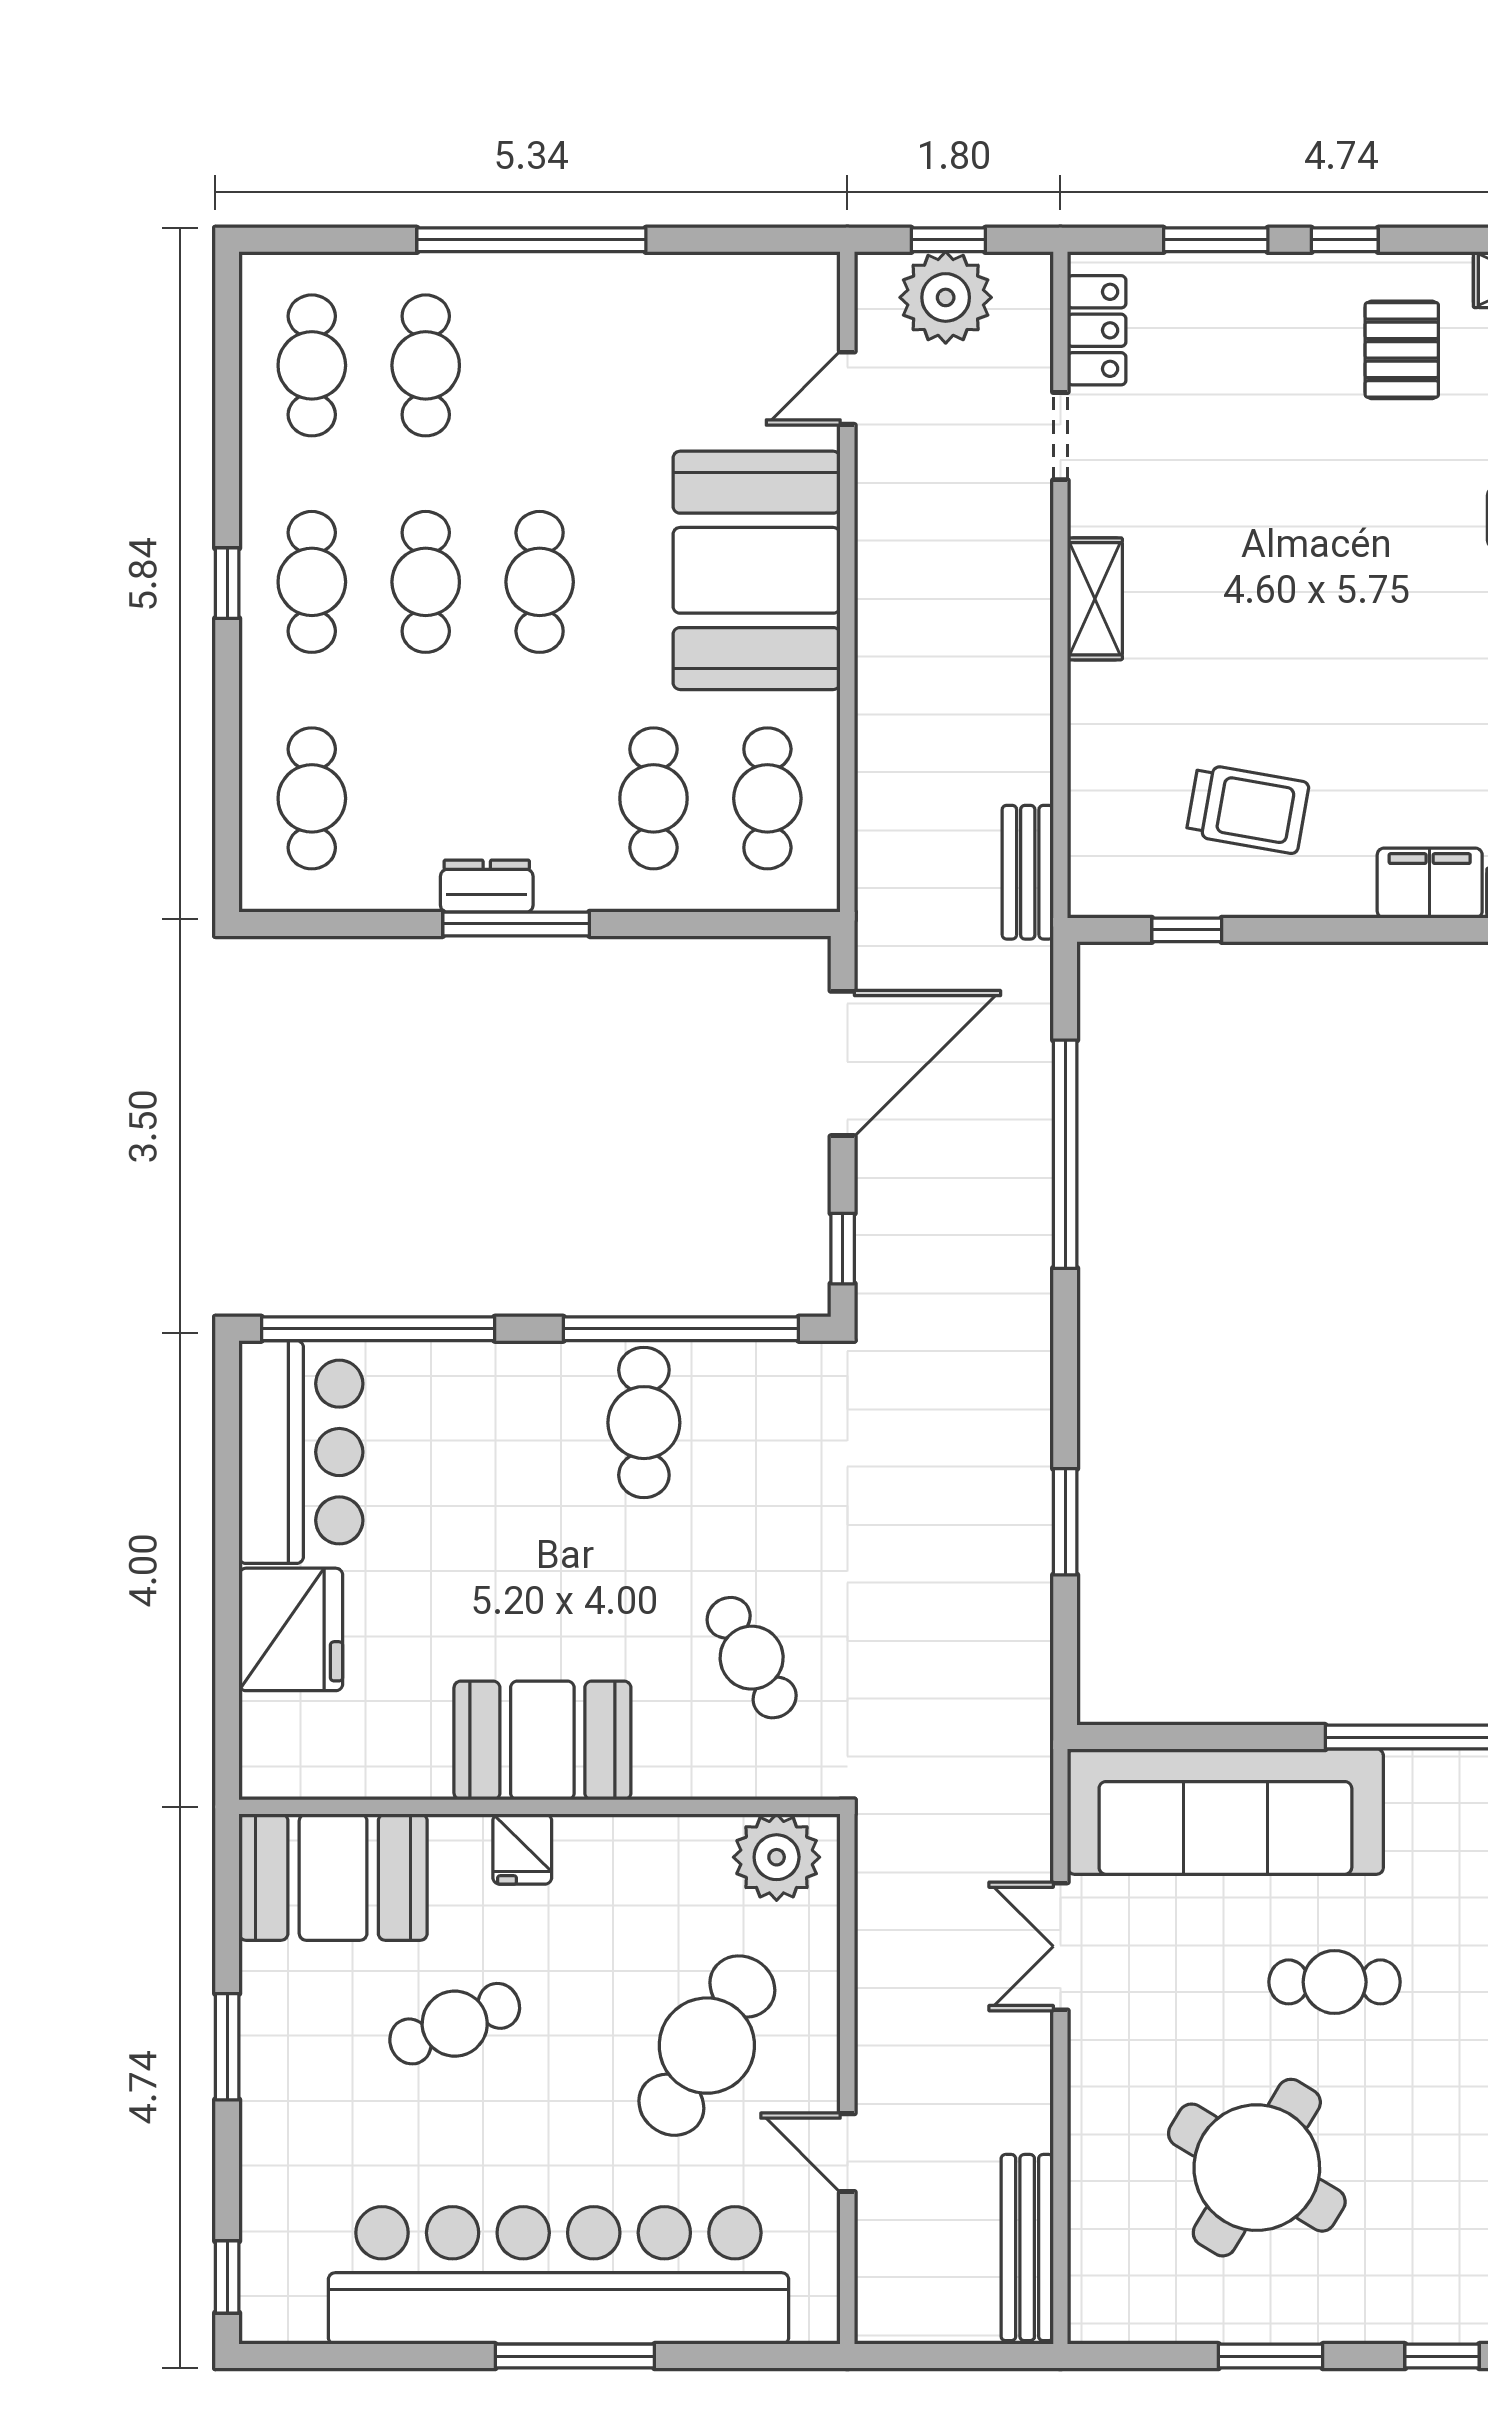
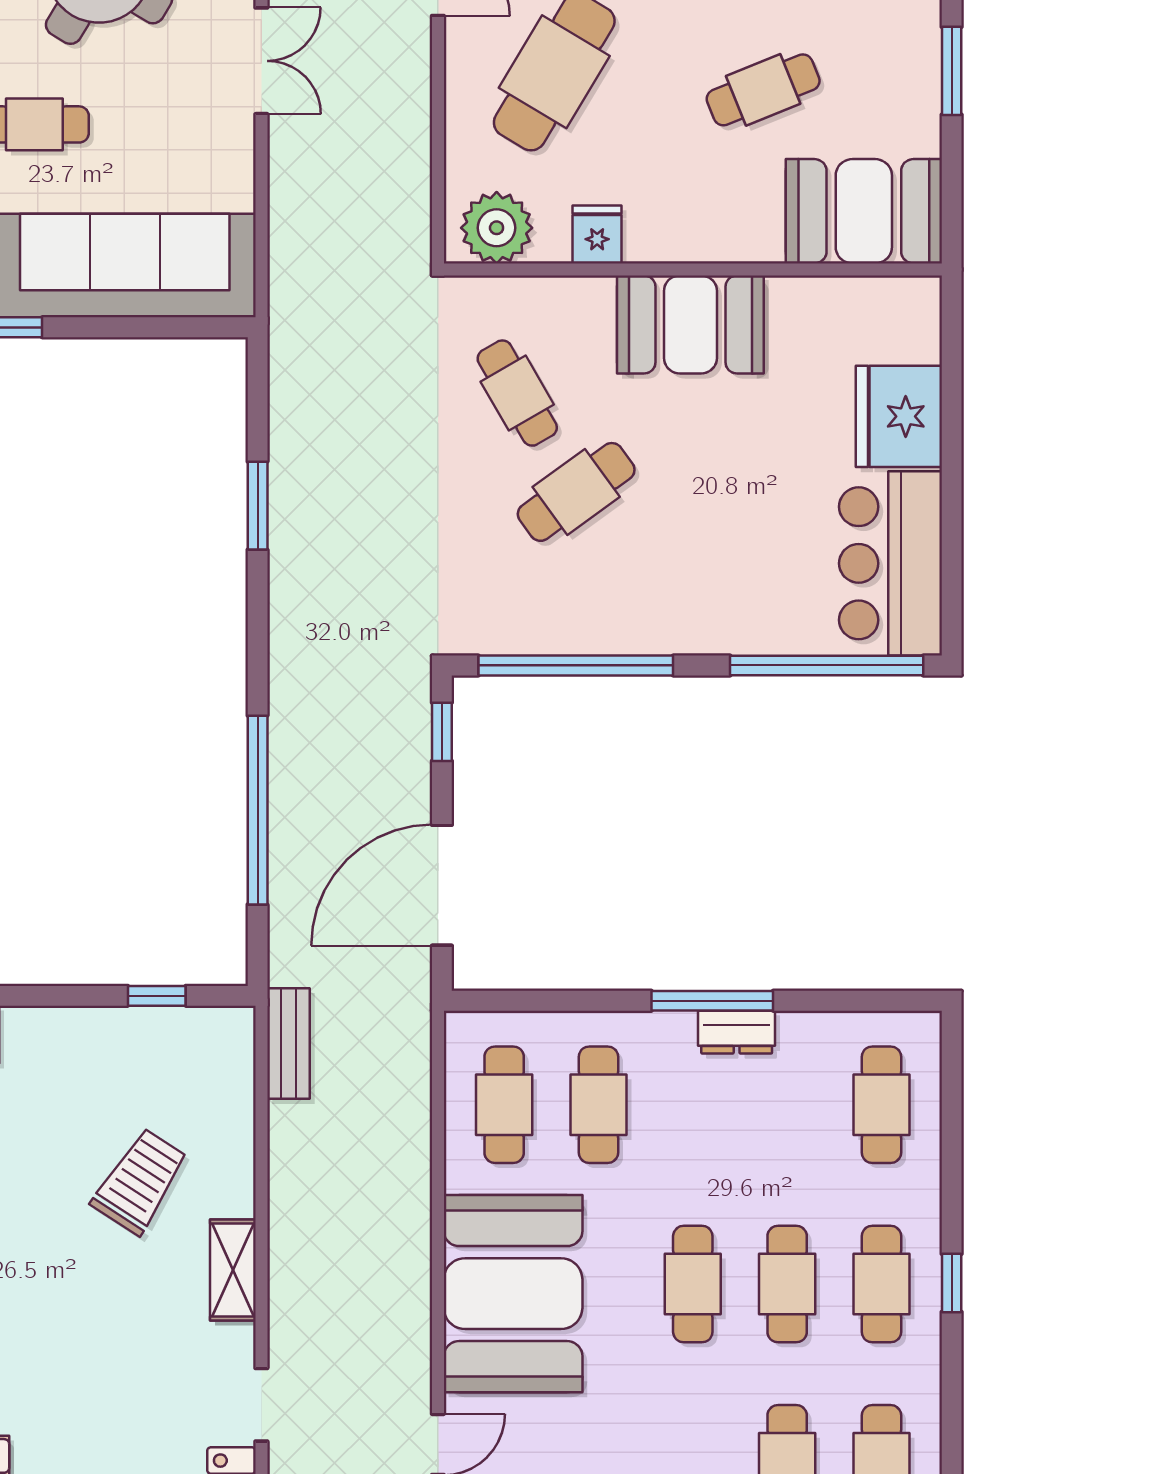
trolley: (1248, 809) -> (140, 1181), moved, turned 113
cafe table: (644, 1423) -> (576, 492), moved, turned 54
fridge: (522, 1849) -> (597, 235), moved
double door: (1060, 1946) -> (261, 61), moved

